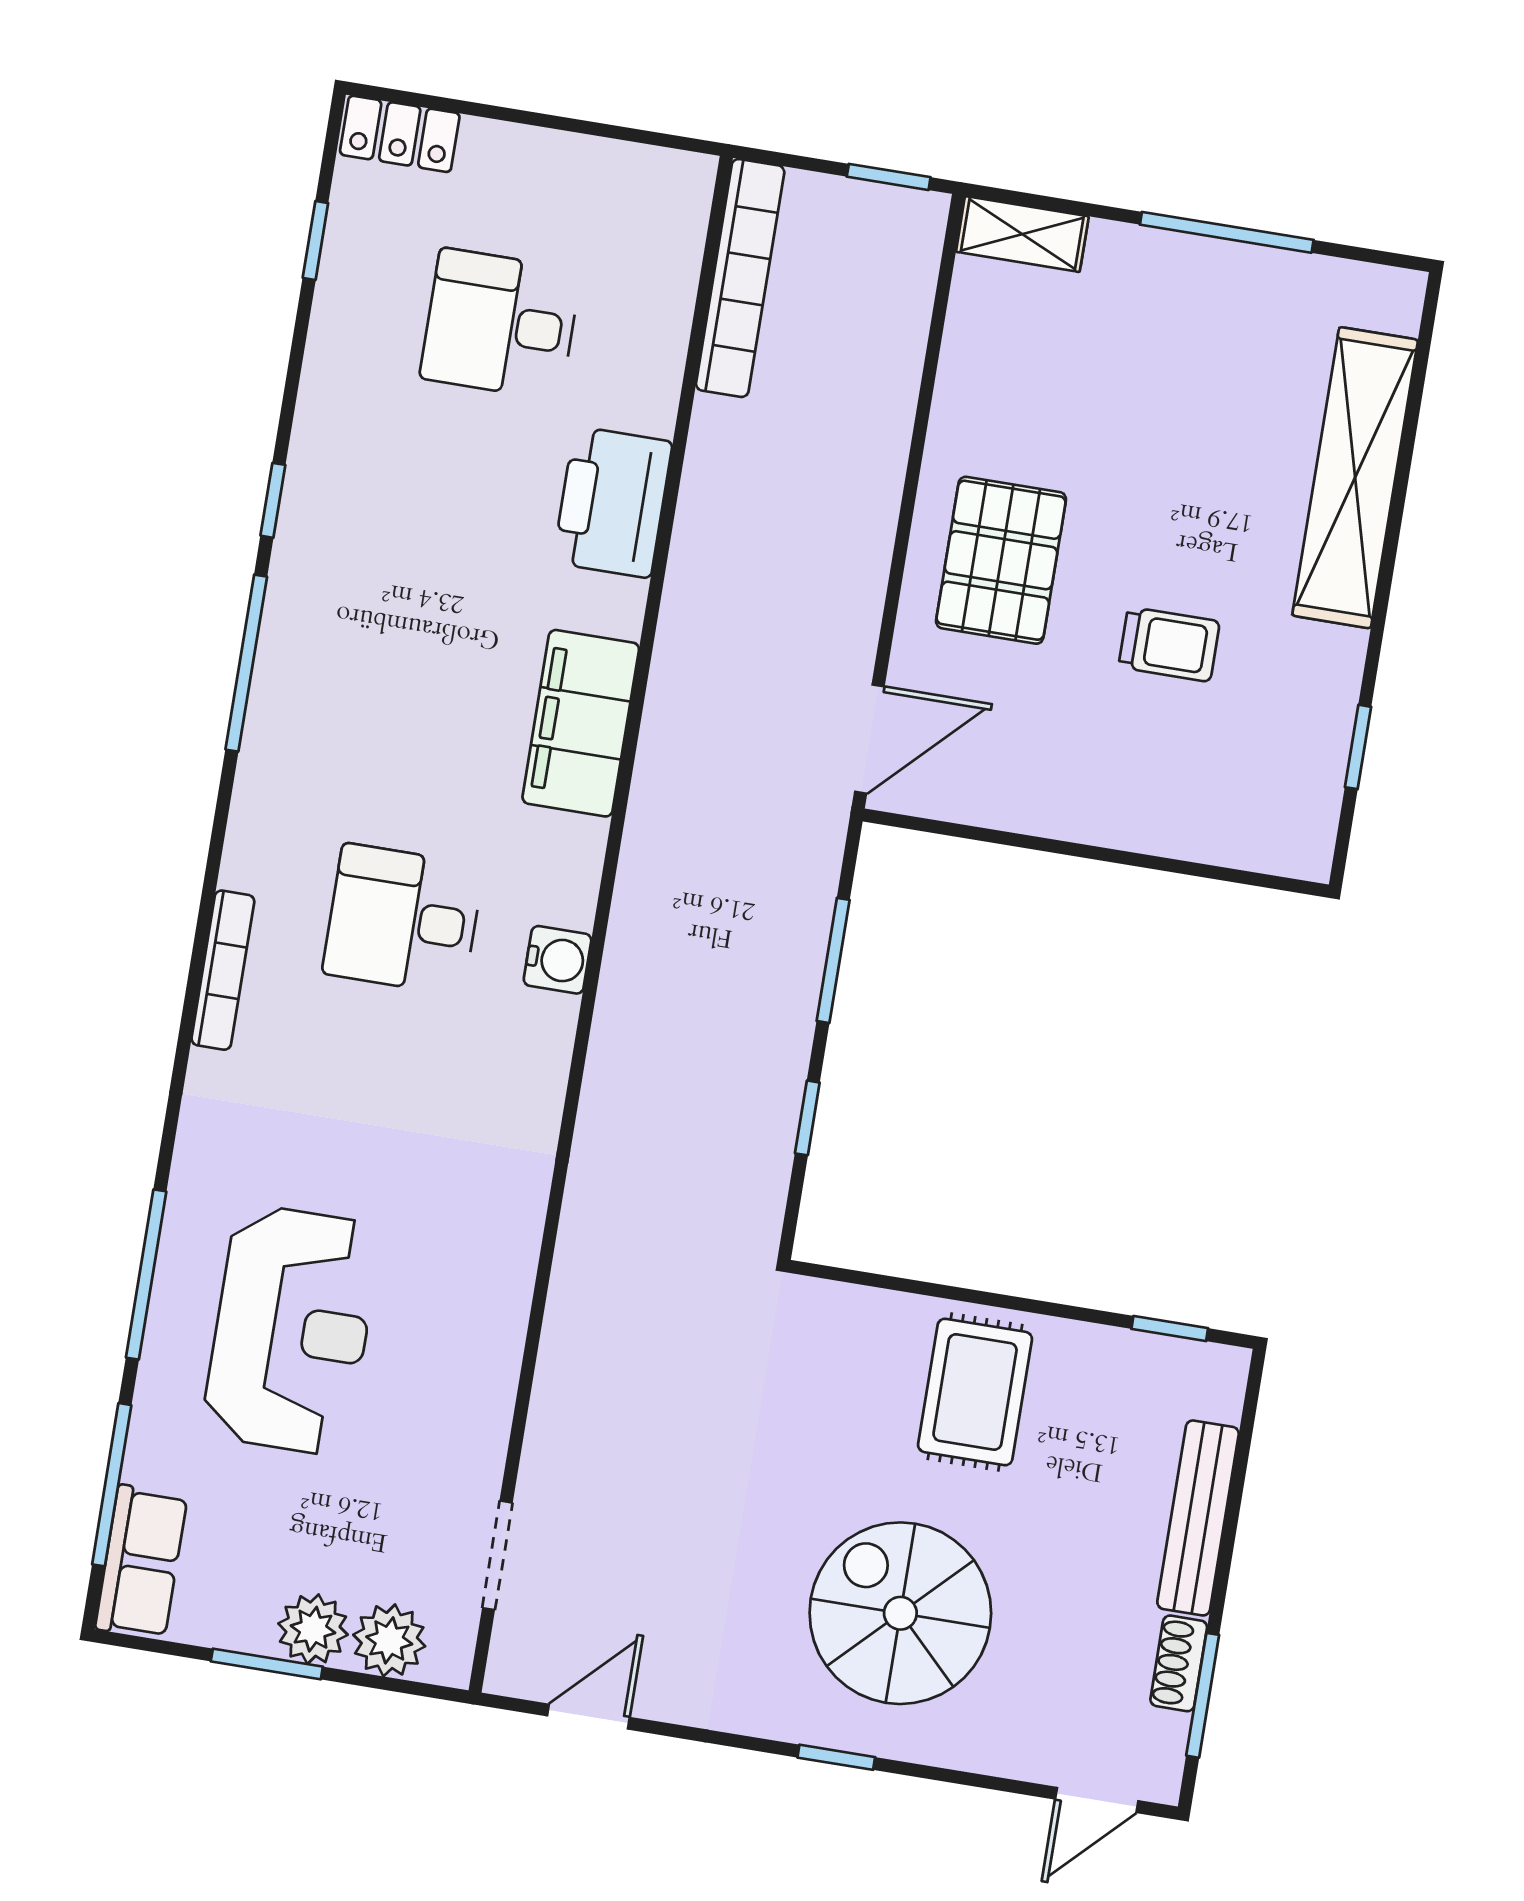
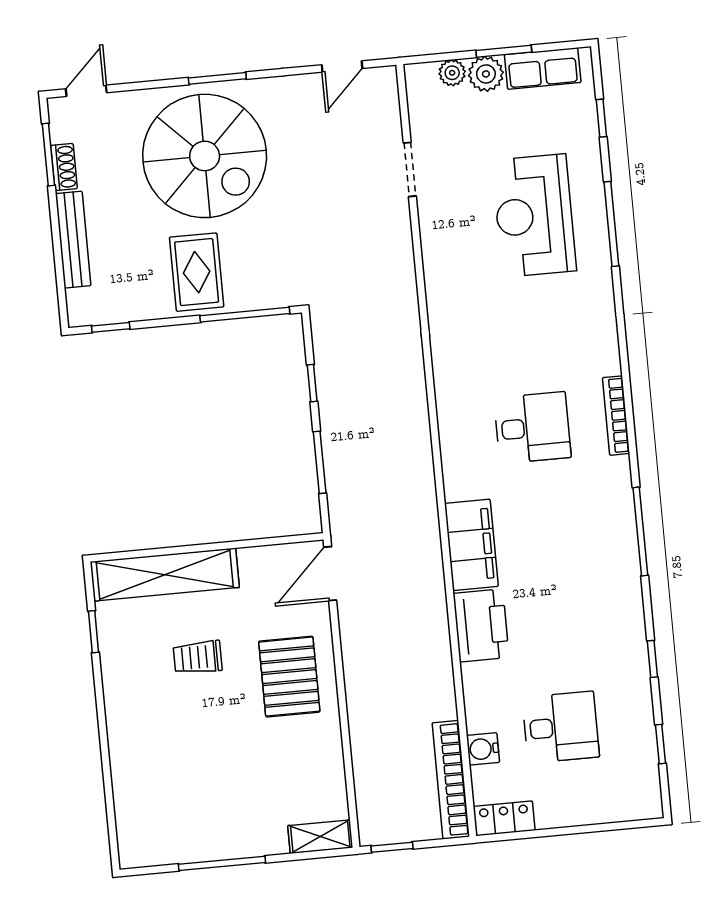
locker: (400, 134) -> (504, 818), moved
shelving: (1355, 478) -> (165, 575), moved, turned 90
window: (273, 500) -> (652, 659), moved
printer: (613, 502) -> (481, 625), moved
water cooler: (558, 960) -> (483, 749), moved
bookcase: (223, 970) -> (616, 416), moved
window: (903, 1285) -> (245, 315), added
window: (112, 1485) -> (601, 118), width x0.46
doorway: (497, 1555) -> (410, 169), moved
row of seats: (141, 1562) -> (543, 69), moved, turned -90
spiral stairs: (900, 1613) -> (205, 156), width x1.37, depth x1.37
plant: (389, 1640) -> (452, 73), width x0.73, depth x0.73
window: (836, 1757) -> (217, 78), width x1.50

